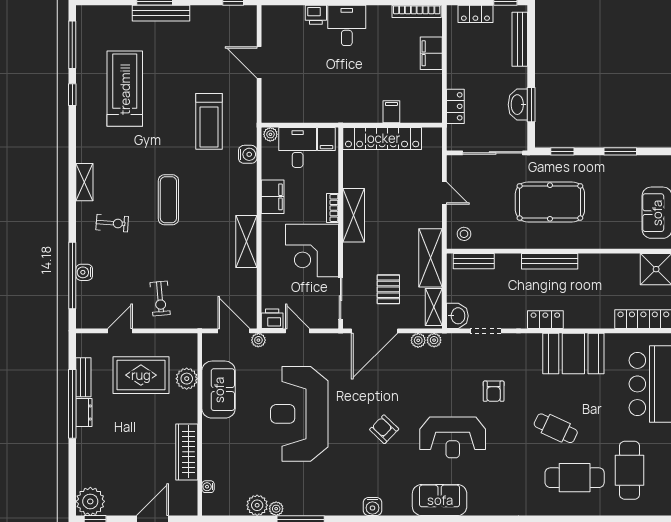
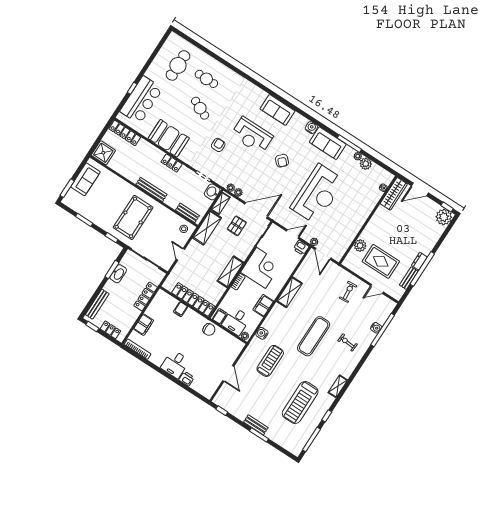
bench: (161, 13) -> (256, 425), width x0.73
locker: (455, 106) -> (146, 296), width x1.53
chair: (330, 109) -> (209, 330), added
shelving: (84, 182) -> (338, 386), moved
exercise mat: (168, 200) -> (314, 336), width x1.36, depth x1.45
pool table: (550, 202) -> (133, 217), turned 90
door: (298, 331) -> (293, 234), swing flipped
sofa: (219, 390) -> (328, 143), moved, turned -90
reception desk: (453, 437) -> (252, 136), turned 180
wardrobe: (187, 452) -> (394, 194), moved
cafe table: (575, 478) -> (206, 79), width x0.73, depth x0.74

